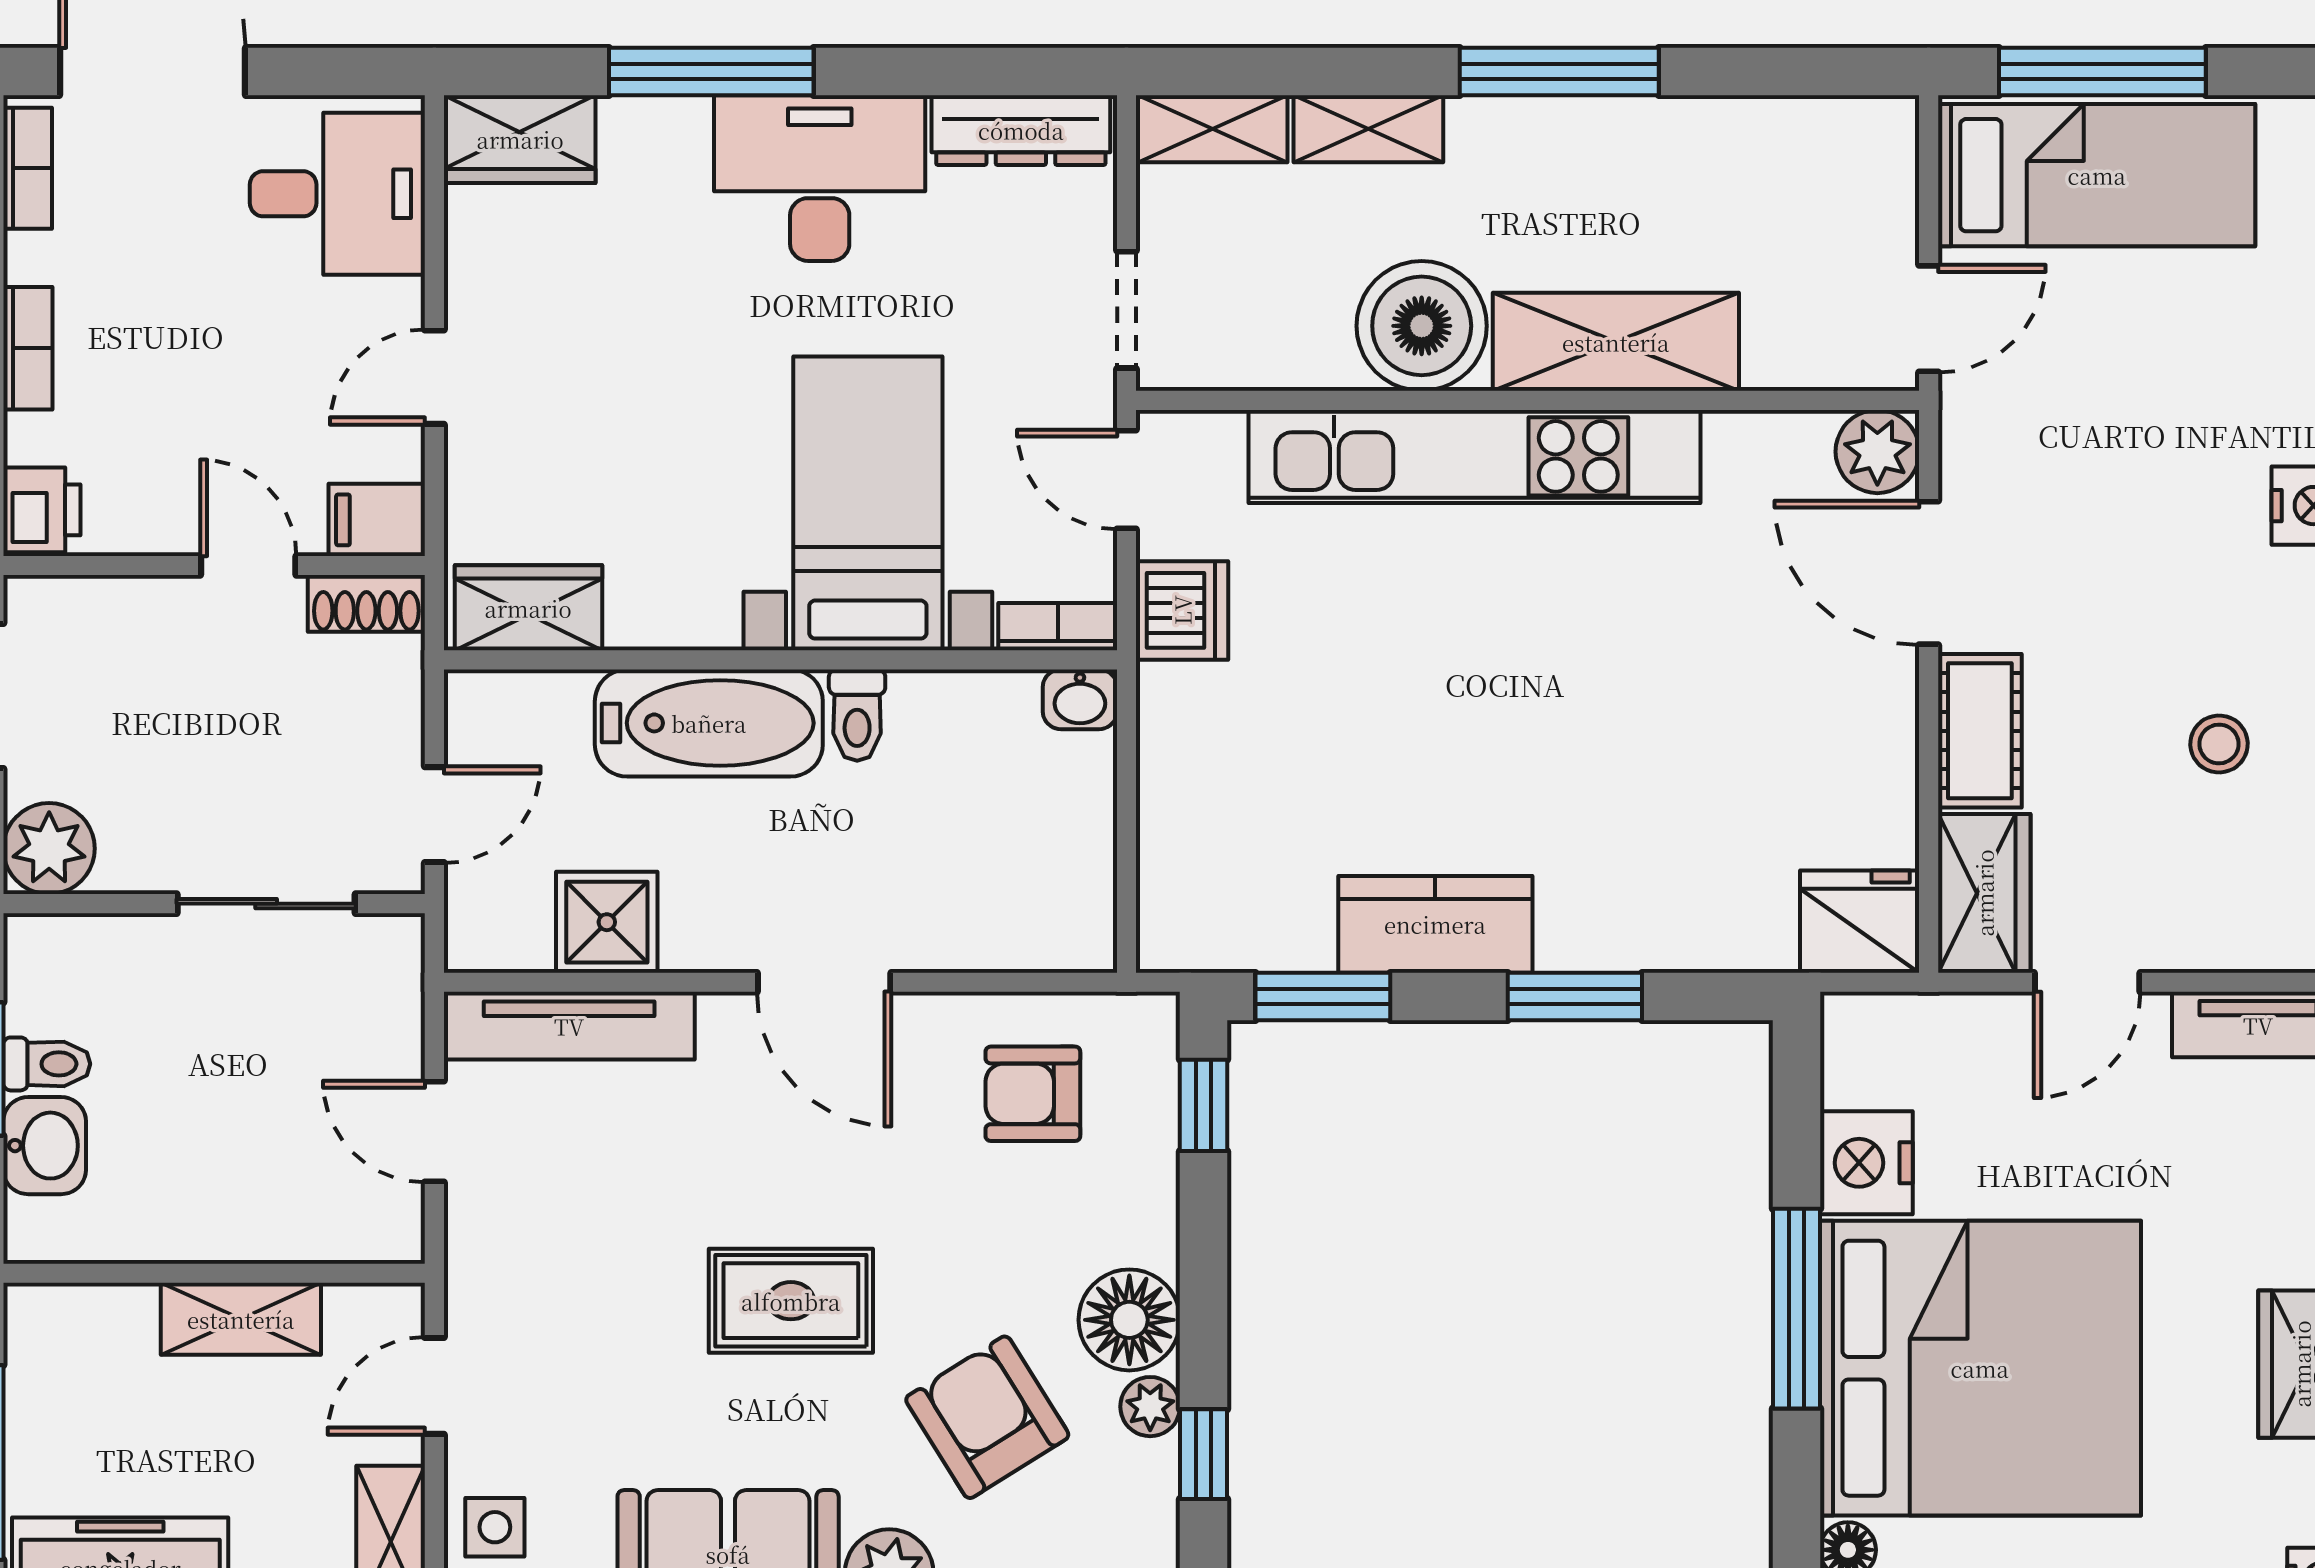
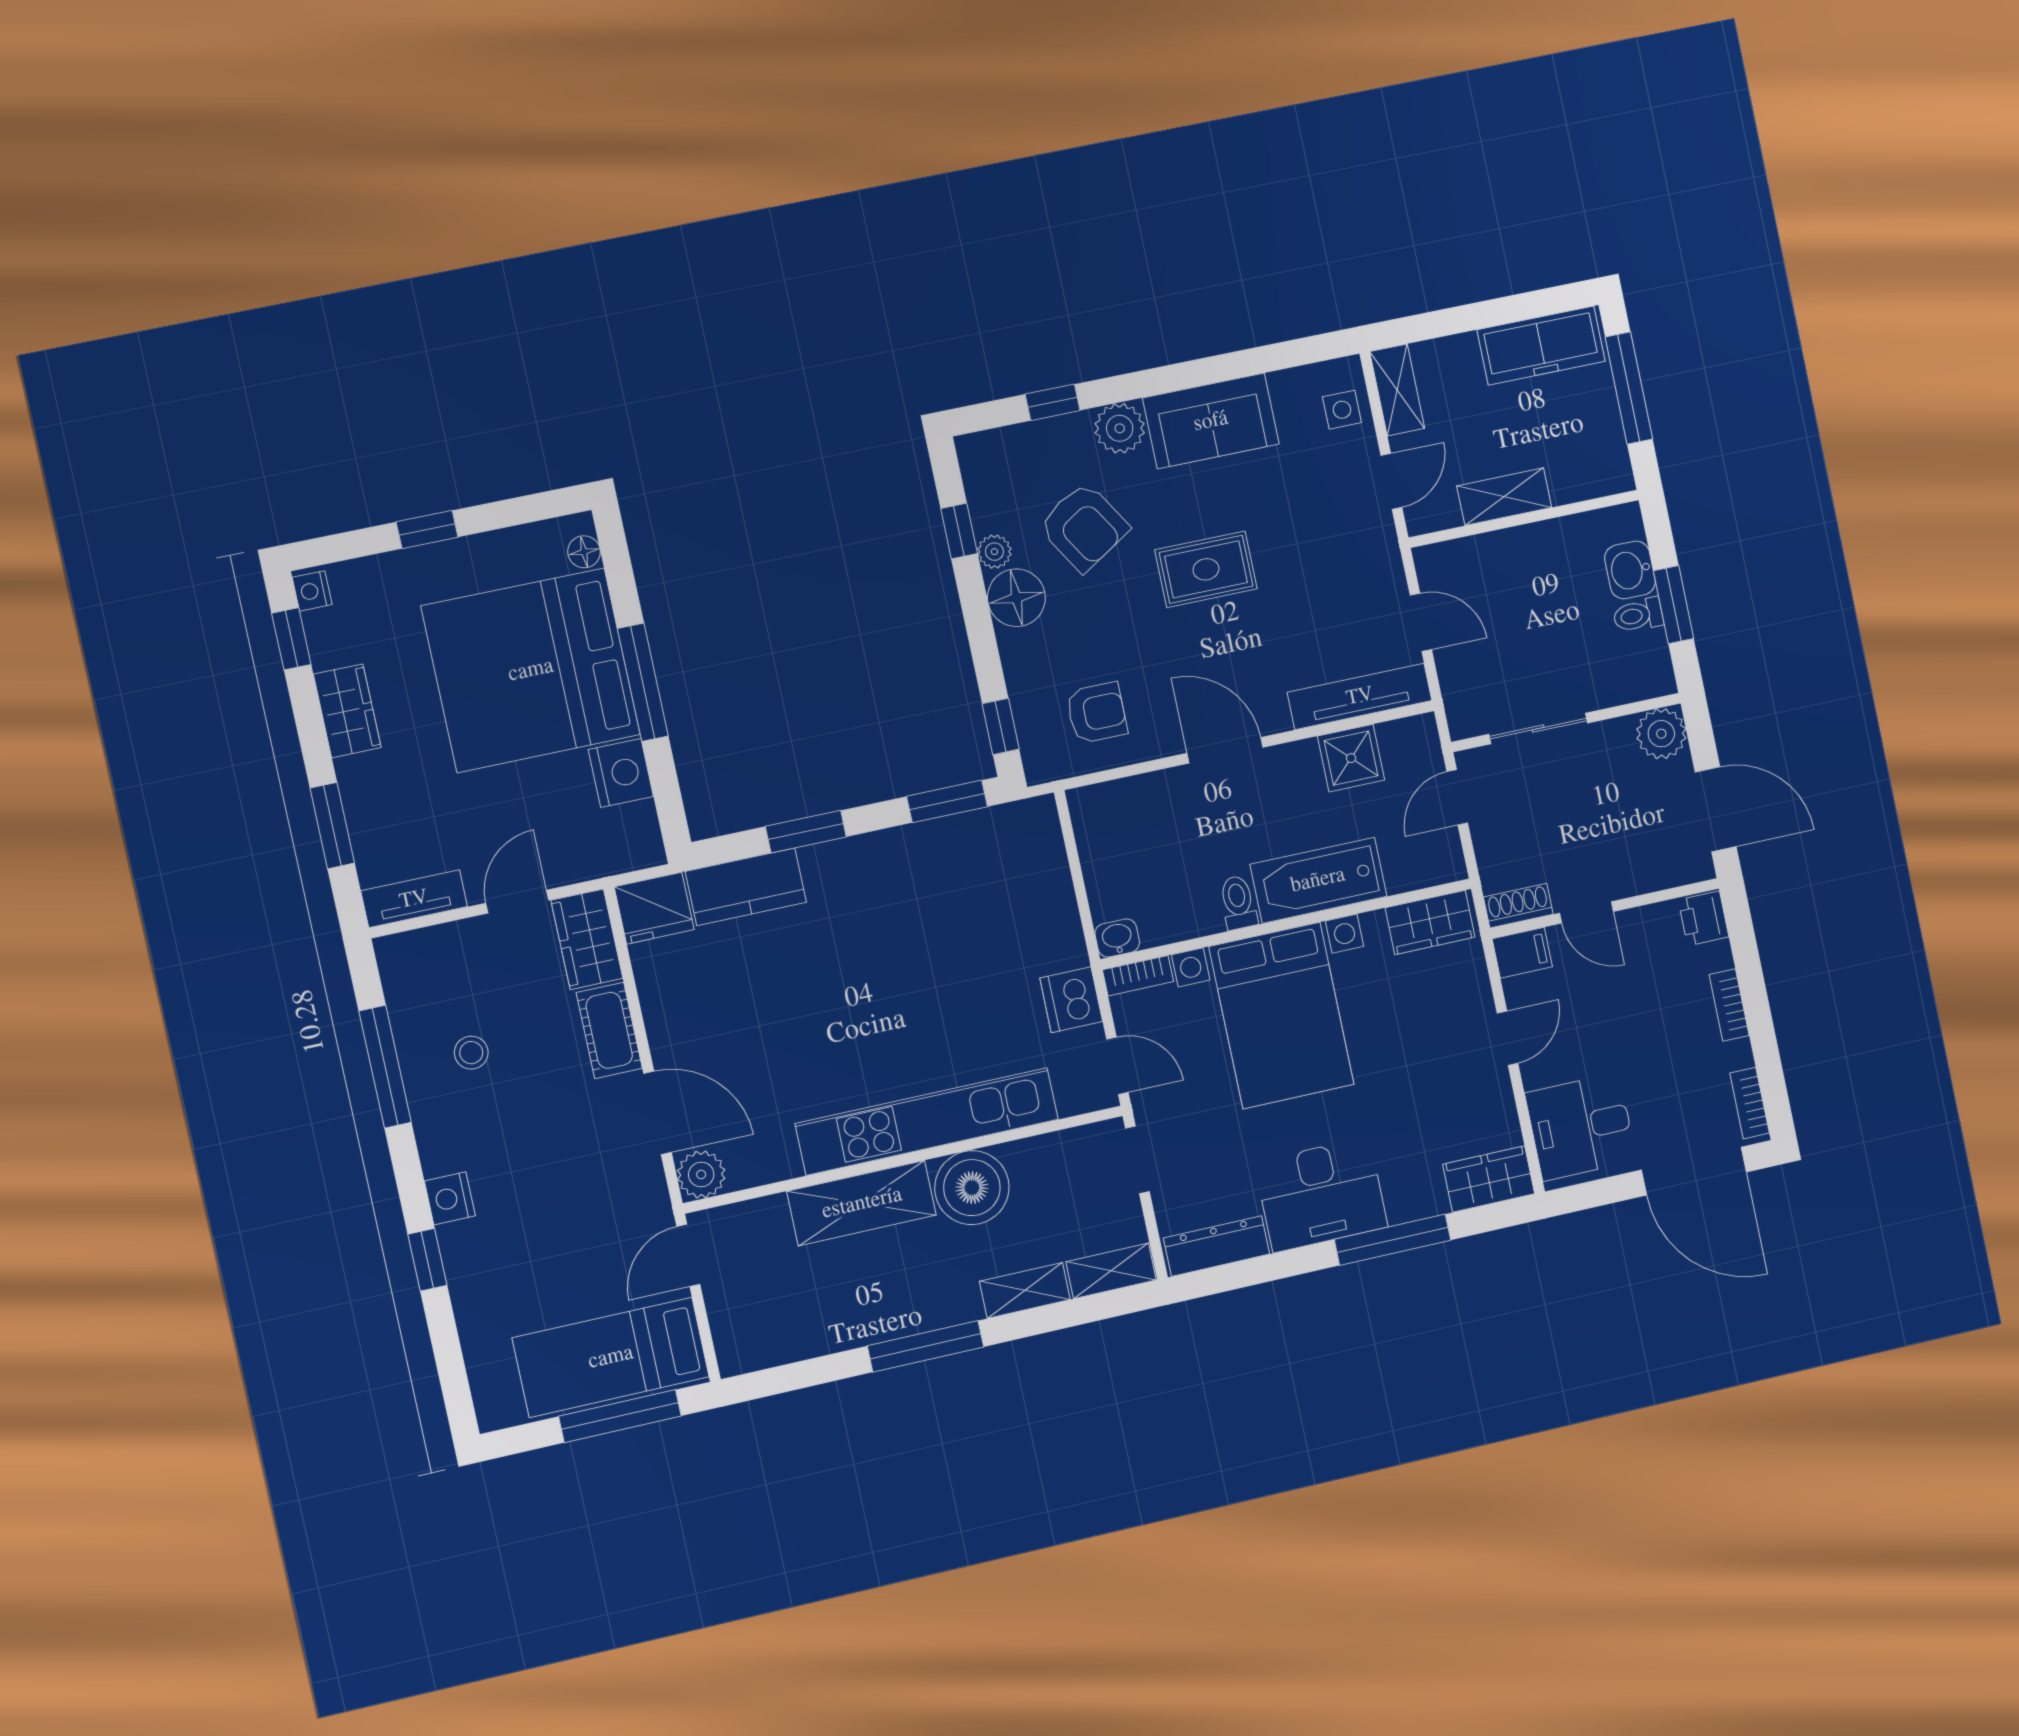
bed with nightstands: (868, 503) -> (1281, 1016), width x1.36
kitchen counter: (1435, 924) -> (746, 887), moved

